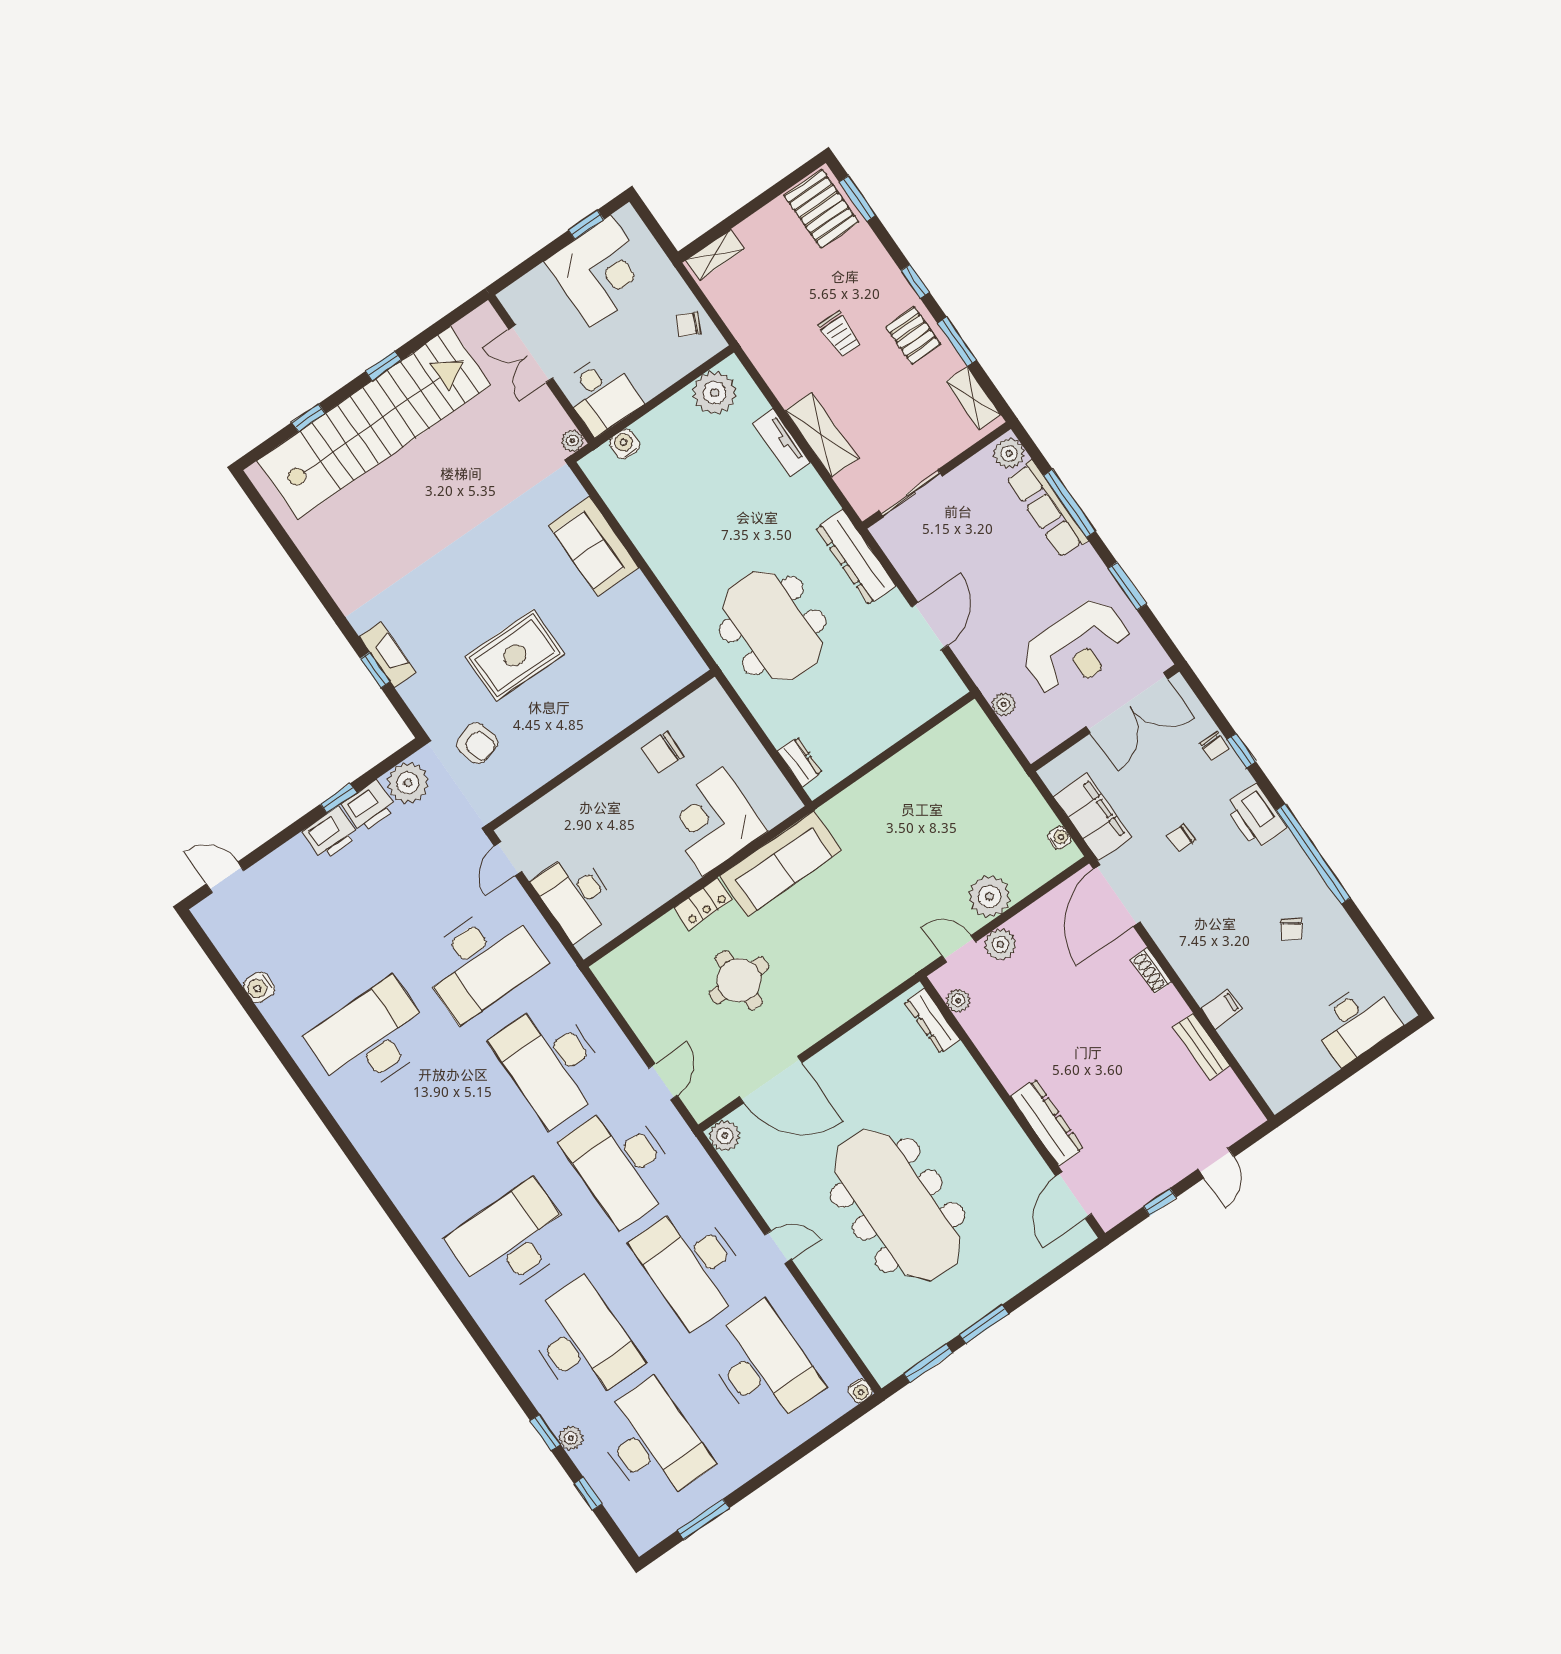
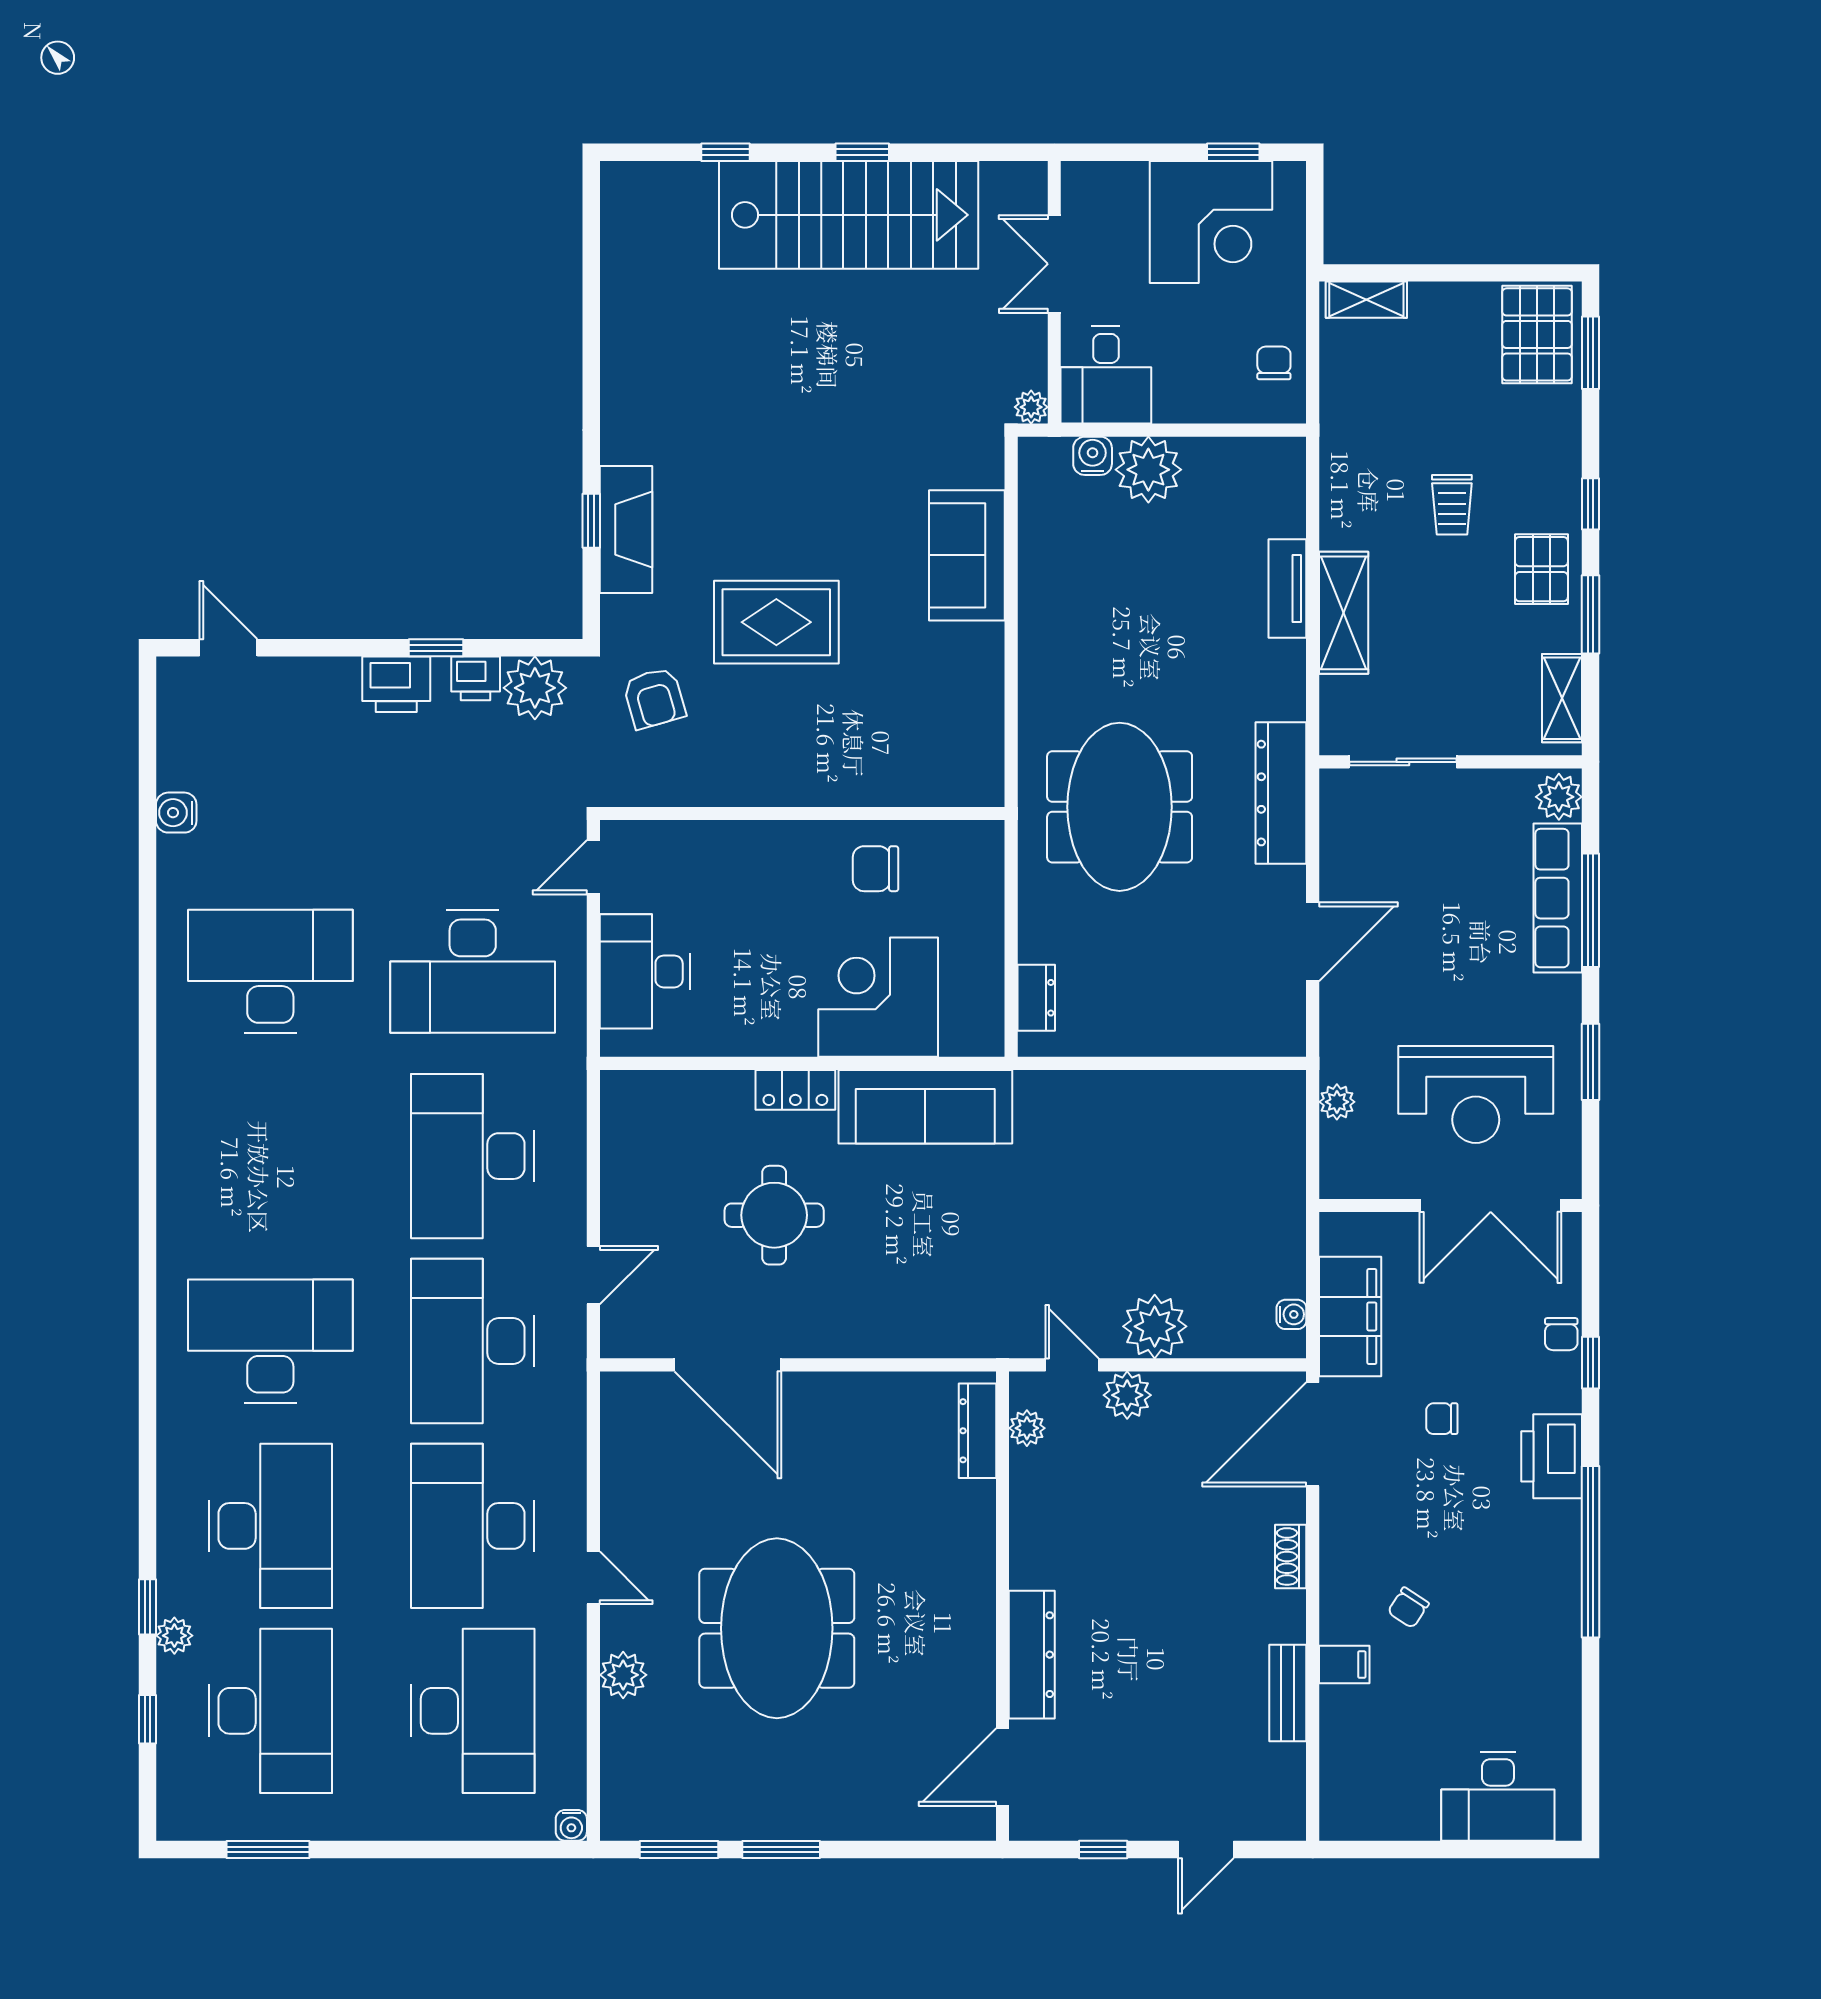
chair: (688, 324) -> (1274, 363), turned 64
plant: (715, 393) -> (1148, 470), moved
stairs: (374, 423) -> (849, 215), width x0.73
fireplace: (388, 655) -> (626, 530), width x1.37, depth x1.32
printer: (369, 806) -> (476, 678), width x0.73, depth x0.81
chair: (1291, 929) -> (1408, 1608), moved
plant: (725, 1136) -> (623, 1675), moved
meeting table: (897, 1205) -> (777, 1628), width x0.73

